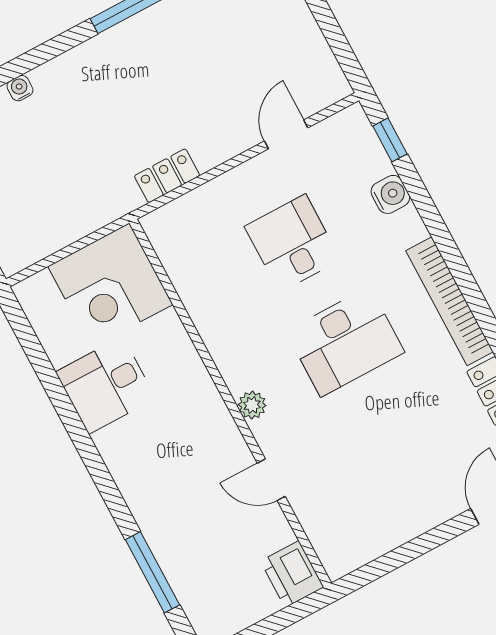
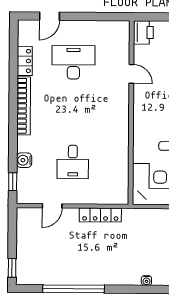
locker: (167, 176) -> (100, 215), width x1.53
desk: (345, 342) -> (73, 62), moved
plant: (252, 405) -> (123, 107), removed

